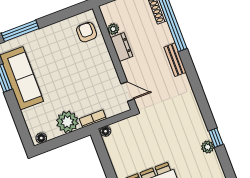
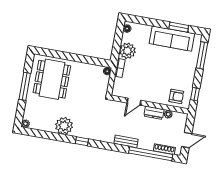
window: (71, 12) -> (195, 94), added
door: (127, 91) -> (134, 102), moved
window: (216, 138) -> (82, 141), moved
plant: (208, 147) -> (64, 126), width x1.87, depth x1.87

